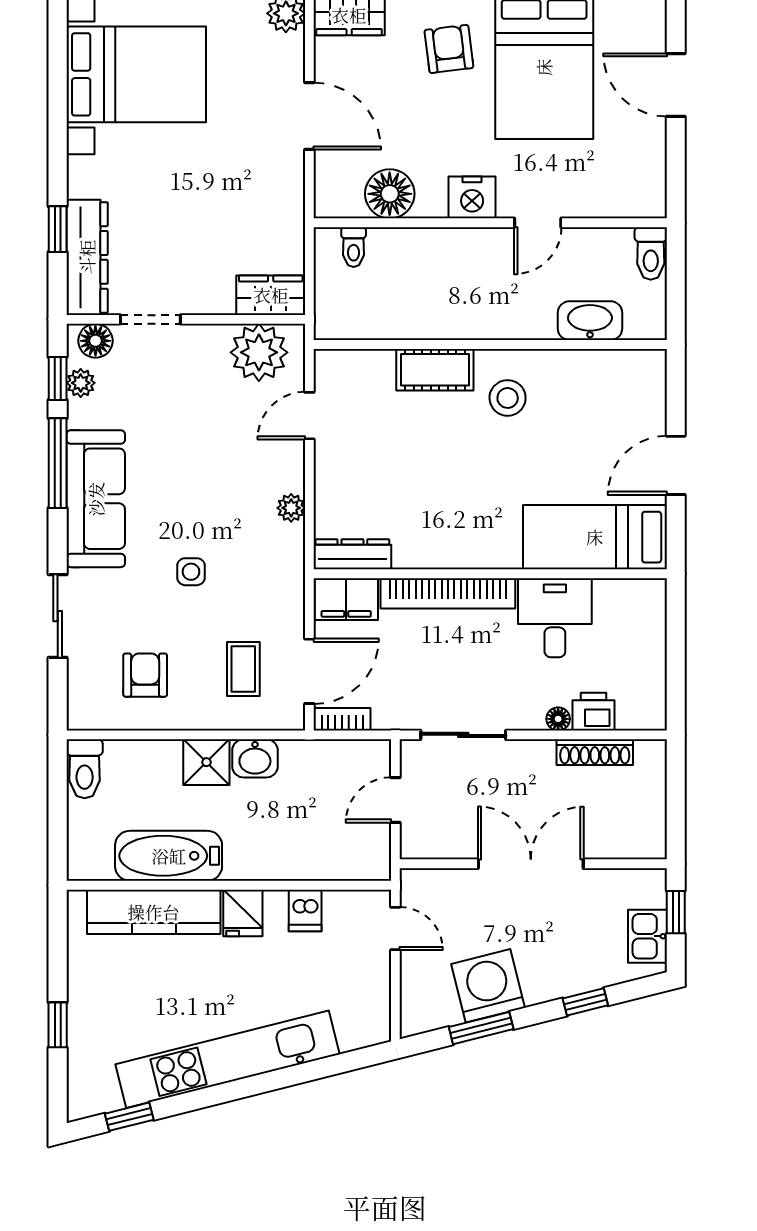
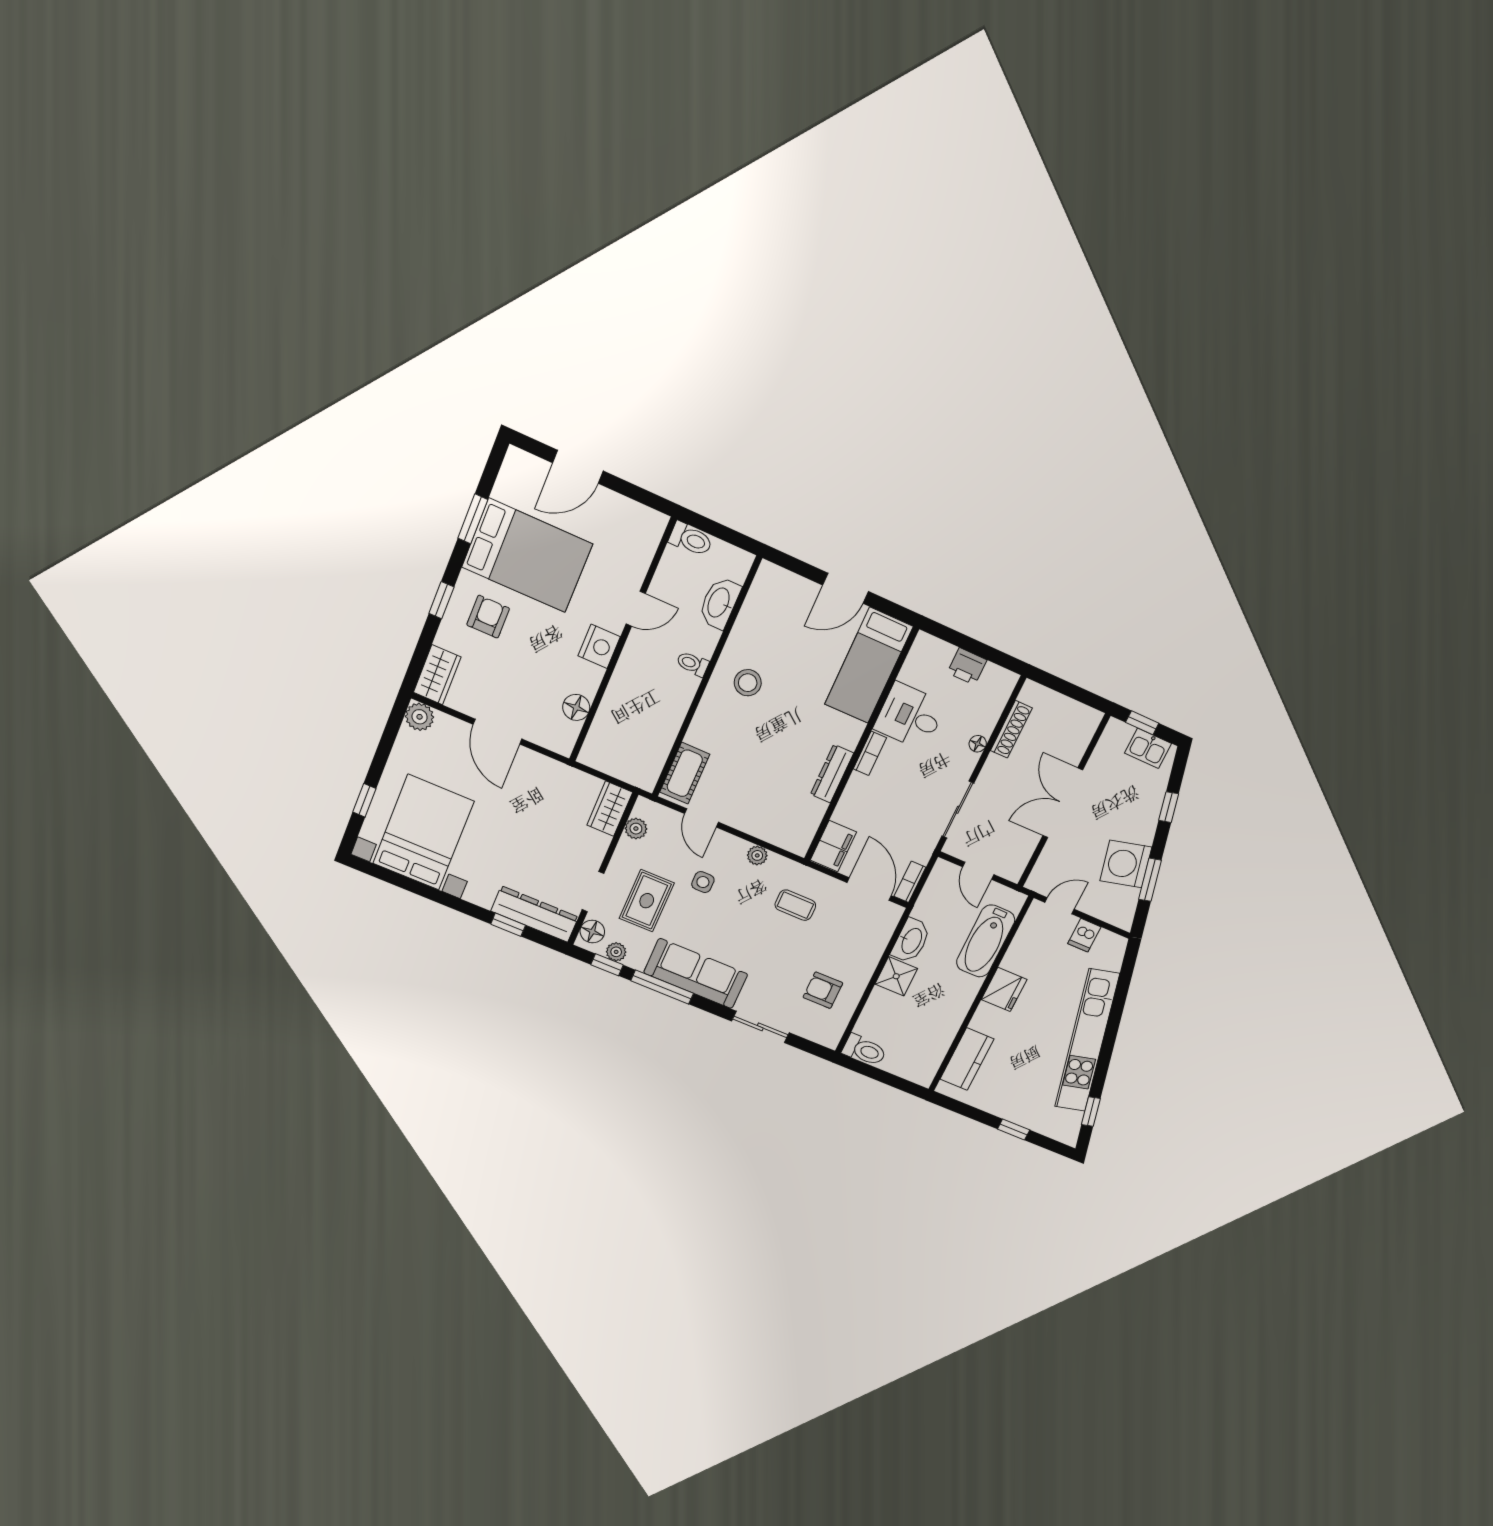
armchair: (449, 49) -> (488, 617), turned 97
door: (309, 116) -> (498, 732), swing flipped
floor lamp: (390, 194) -> (576, 707), width x0.73, depth x0.73
door: (538, 223) -> (636, 609), hinge flipped
toilet: (354, 247) -> (693, 664), moved, turned 180
plant: (259, 352) -> (636, 829), width x0.53, depth x0.53
cot: (435, 370) -> (685, 773), moved
rug: (168, 393) -> (647, 901), added
door: (676, 465) -> (846, 588), hinge flipped
dresser: (352, 554) -> (832, 774), moved
side table: (191, 572) -> (703, 882), moved
bookcase: (448, 593) -> (870, 753), width x0.43, depth x0.76
coffee table: (243, 669) -> (795, 905), moved
printer: (594, 712) -> (967, 666), moved, turned -90
washbasin: (255, 758) -> (911, 941), width x1.38
bathtub: (169, 856) -> (986, 941), moved
dishwasher: (305, 910) -> (1084, 935), moved, turned 90
kitchen counter: (154, 912) -> (967, 1059), width x0.67
fridge: (243, 913) -> (1004, 989), width x1.38

